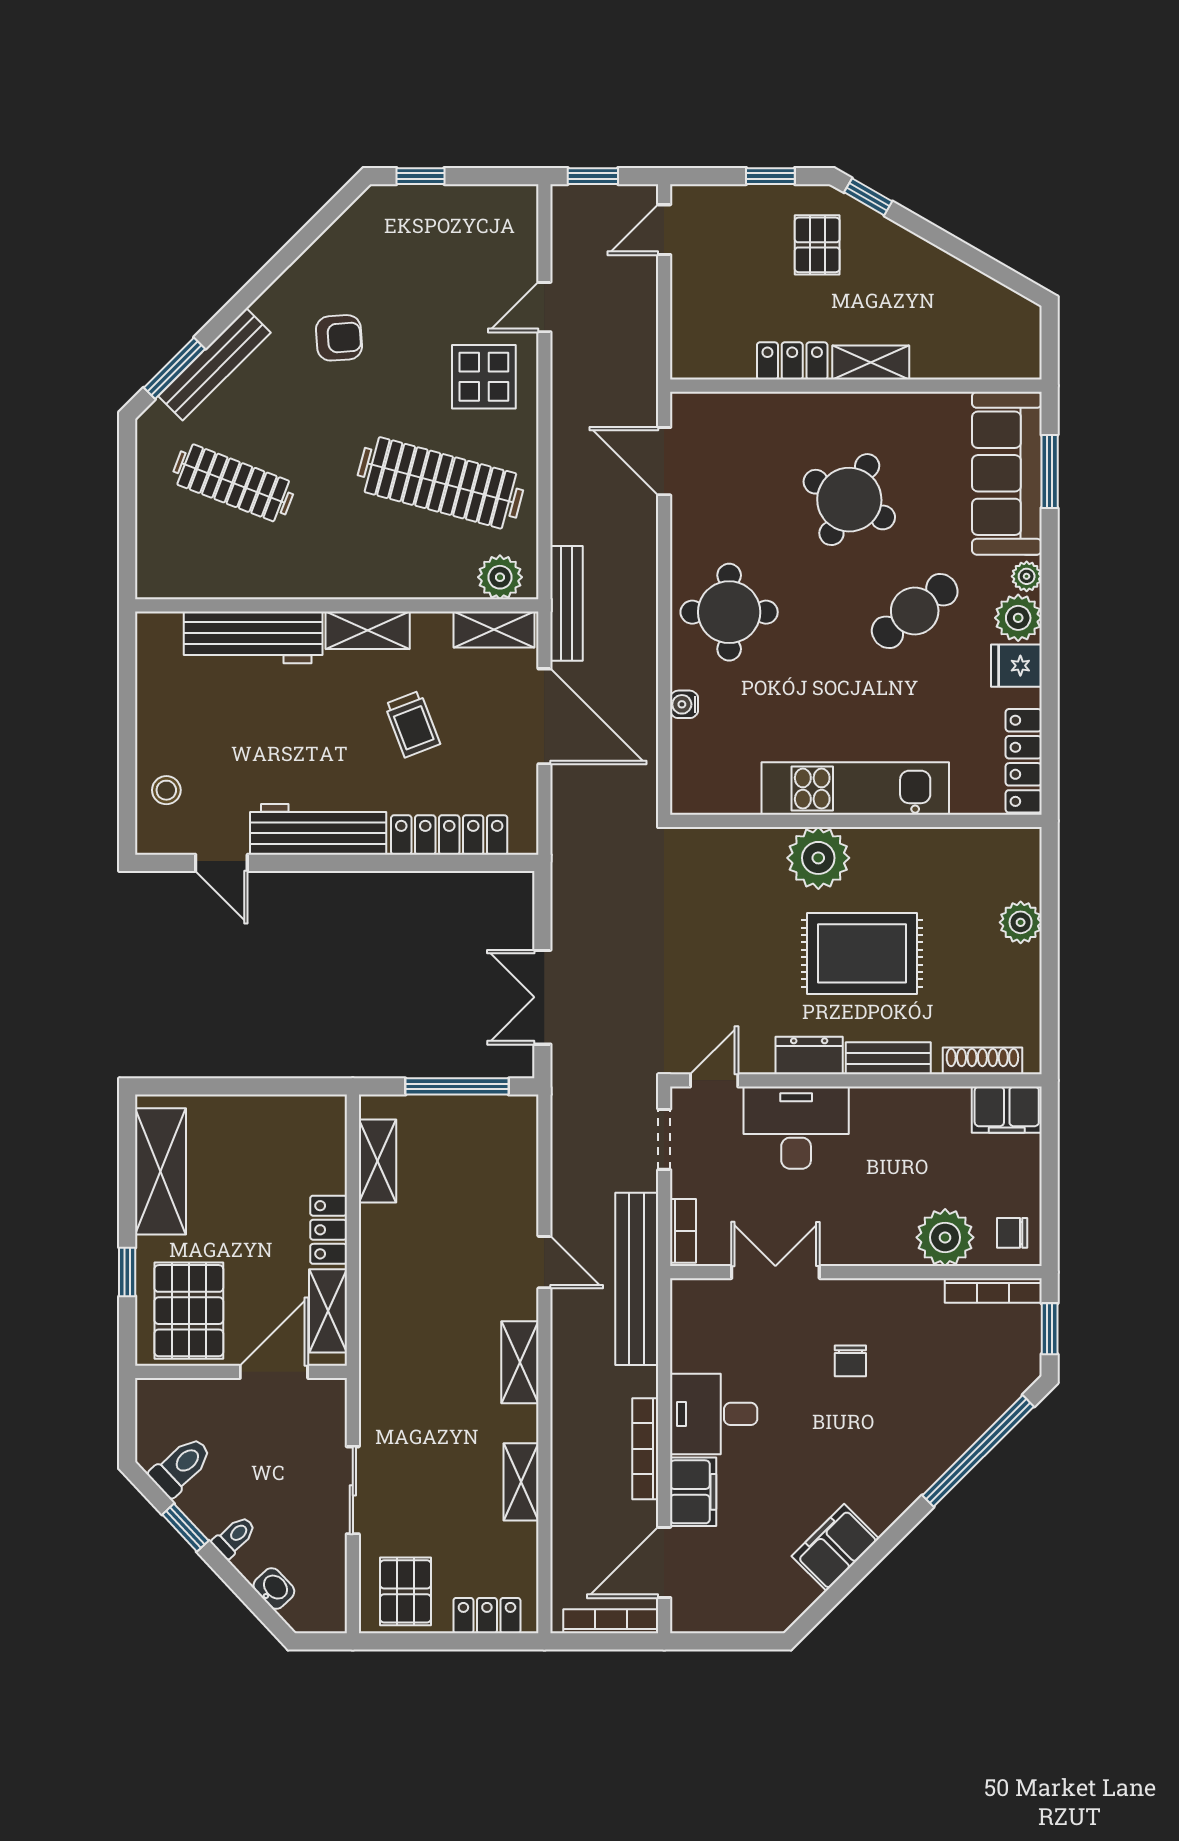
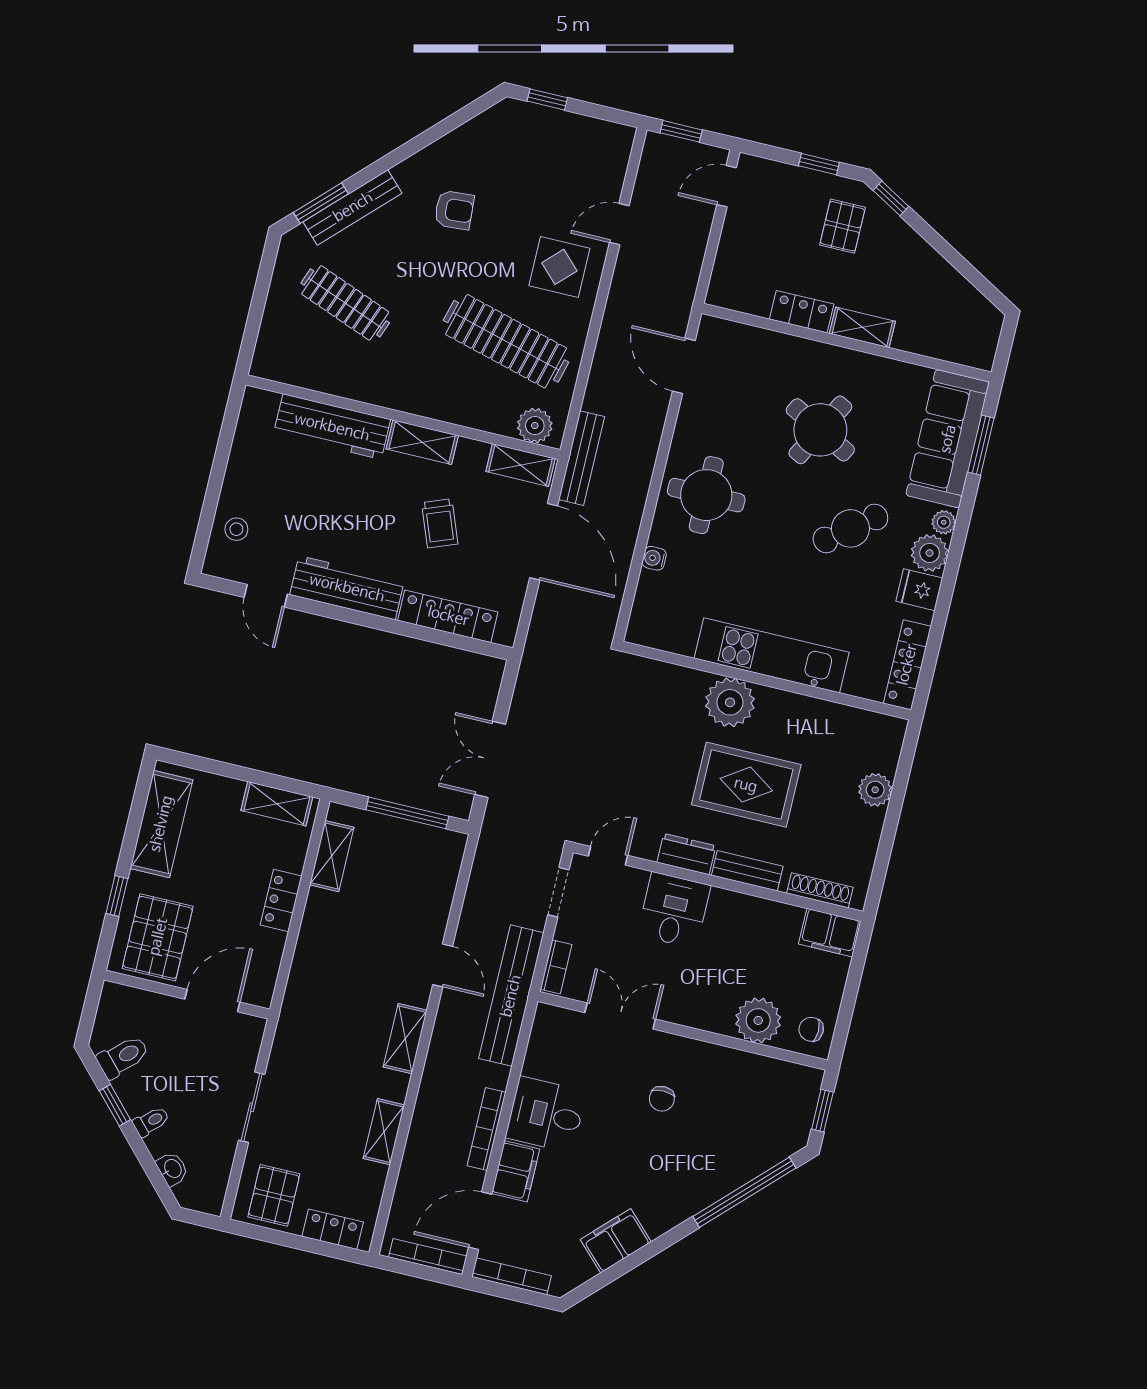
desk: (796, 1128) -> (674, 910), width x0.73
bookcase: (993, 1290) -> (511, 1276), moved, turned 180
shelving: (328, 1311) -> (277, 804), moved, turned 90

